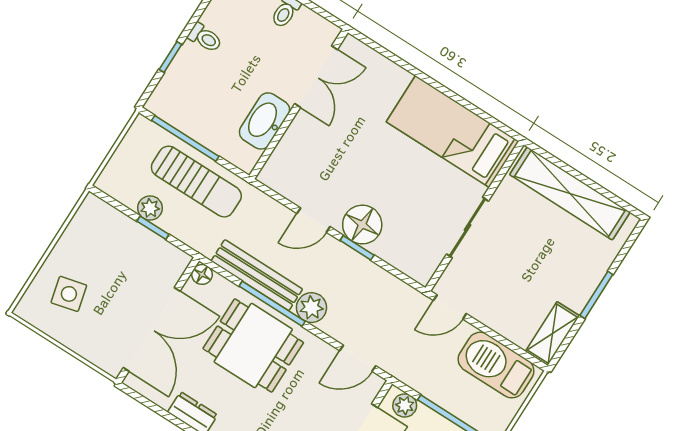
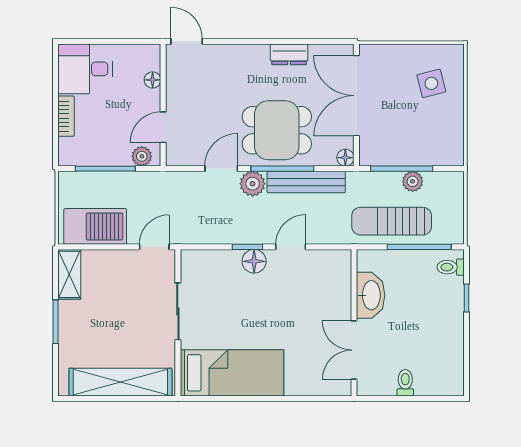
toilet: (205, 38) -> (451, 267), moved
floor lamp: (362, 225) -> (254, 261), width x0.73, depth x0.73
window: (153, 228) -> (402, 169), width x2.17
door: (358, 358) -> (221, 169), moved

